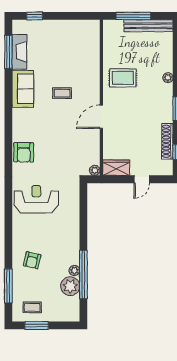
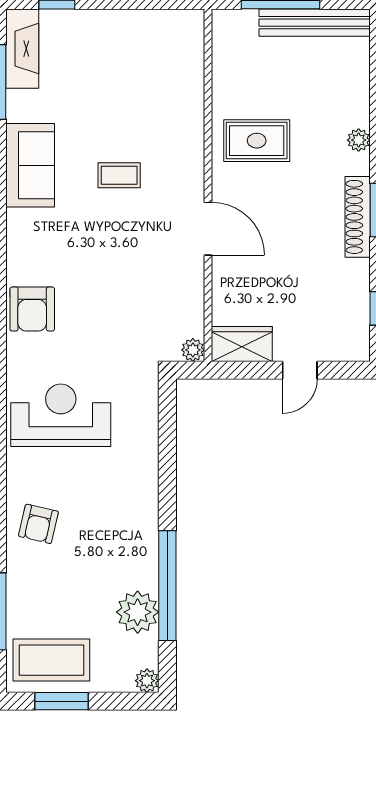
fireplace: (19, 52) -> (22, 49), moved
door: (101, 117) -> (208, 229), swing flipped
shoe rack: (167, 141) -> (358, 217), moved
armchair: (32, 260) -> (38, 524), moved
plant: (74, 270) -> (147, 681), moved
coffee table: (32, 307) -> (51, 660), width x1.86, depth x1.72

